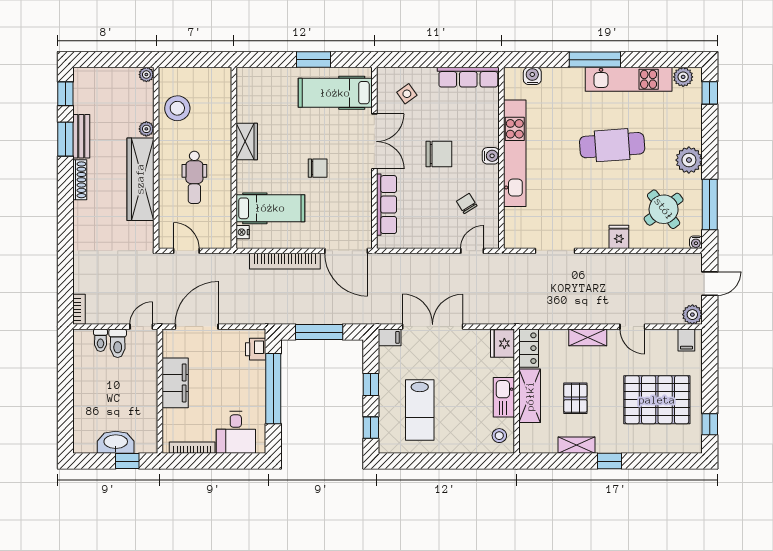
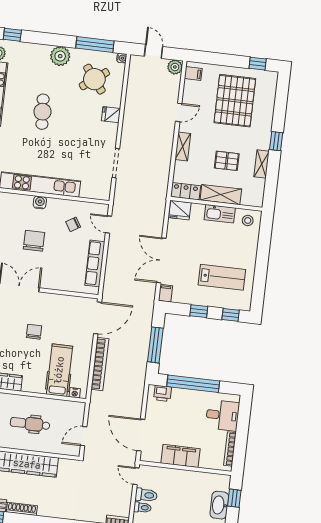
cafe table: (612, 145) -> (42, 112), width x0.73, depth x0.74
dental chair: (194, 177) -> (30, 424), turned 180
row of seats: (386, 205) -> (95, 263), moved, turned -90

